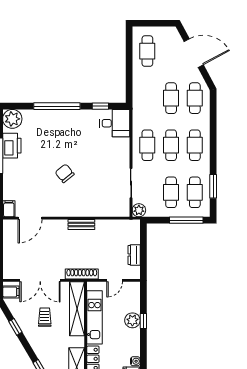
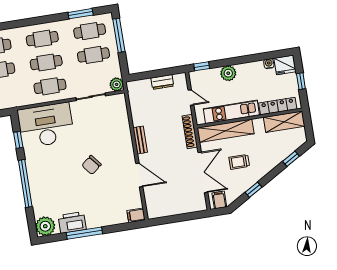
desk: (115, 123) -> (46, 125), width x1.87, depth x1.30
door: (30, 218) -> (139, 175), moved
window: (143, 321) -> (202, 66), moved

